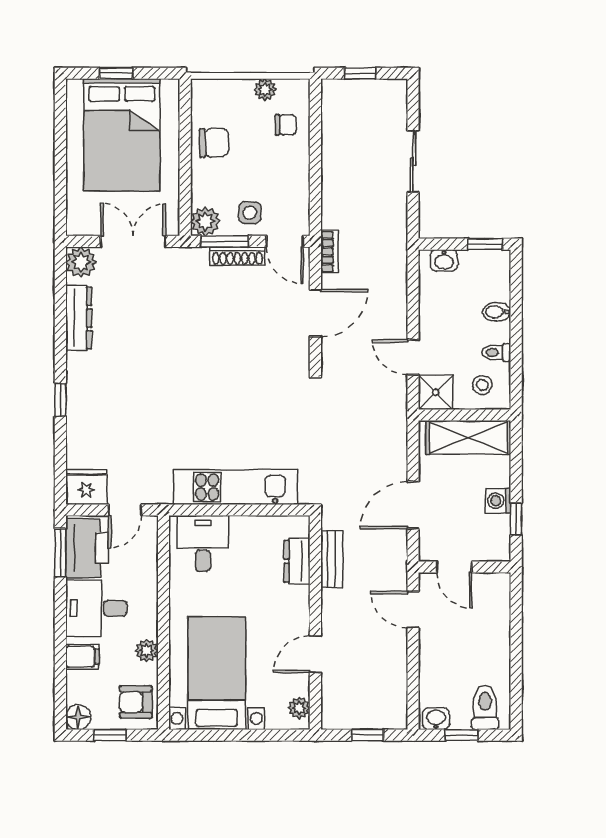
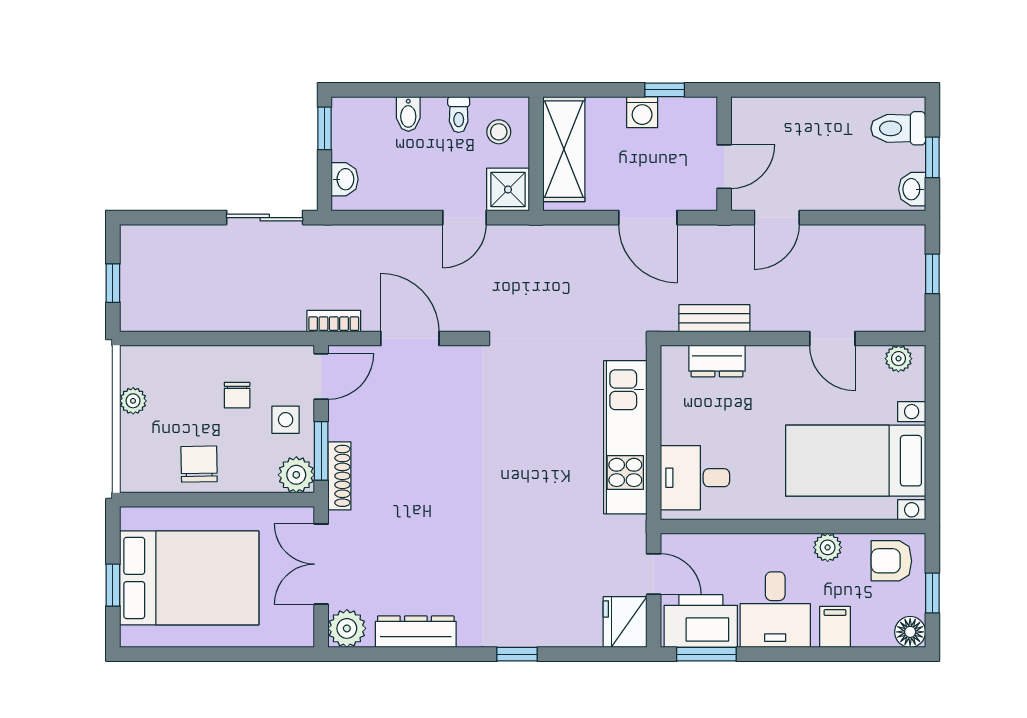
chair: (286, 125) -> (237, 395), moved, turned 180
sliding door: (413, 161) -> (265, 218), moved
shoe rack: (237, 256) -> (339, 476), moved
armchair: (136, 702) -> (891, 561), turned 90

